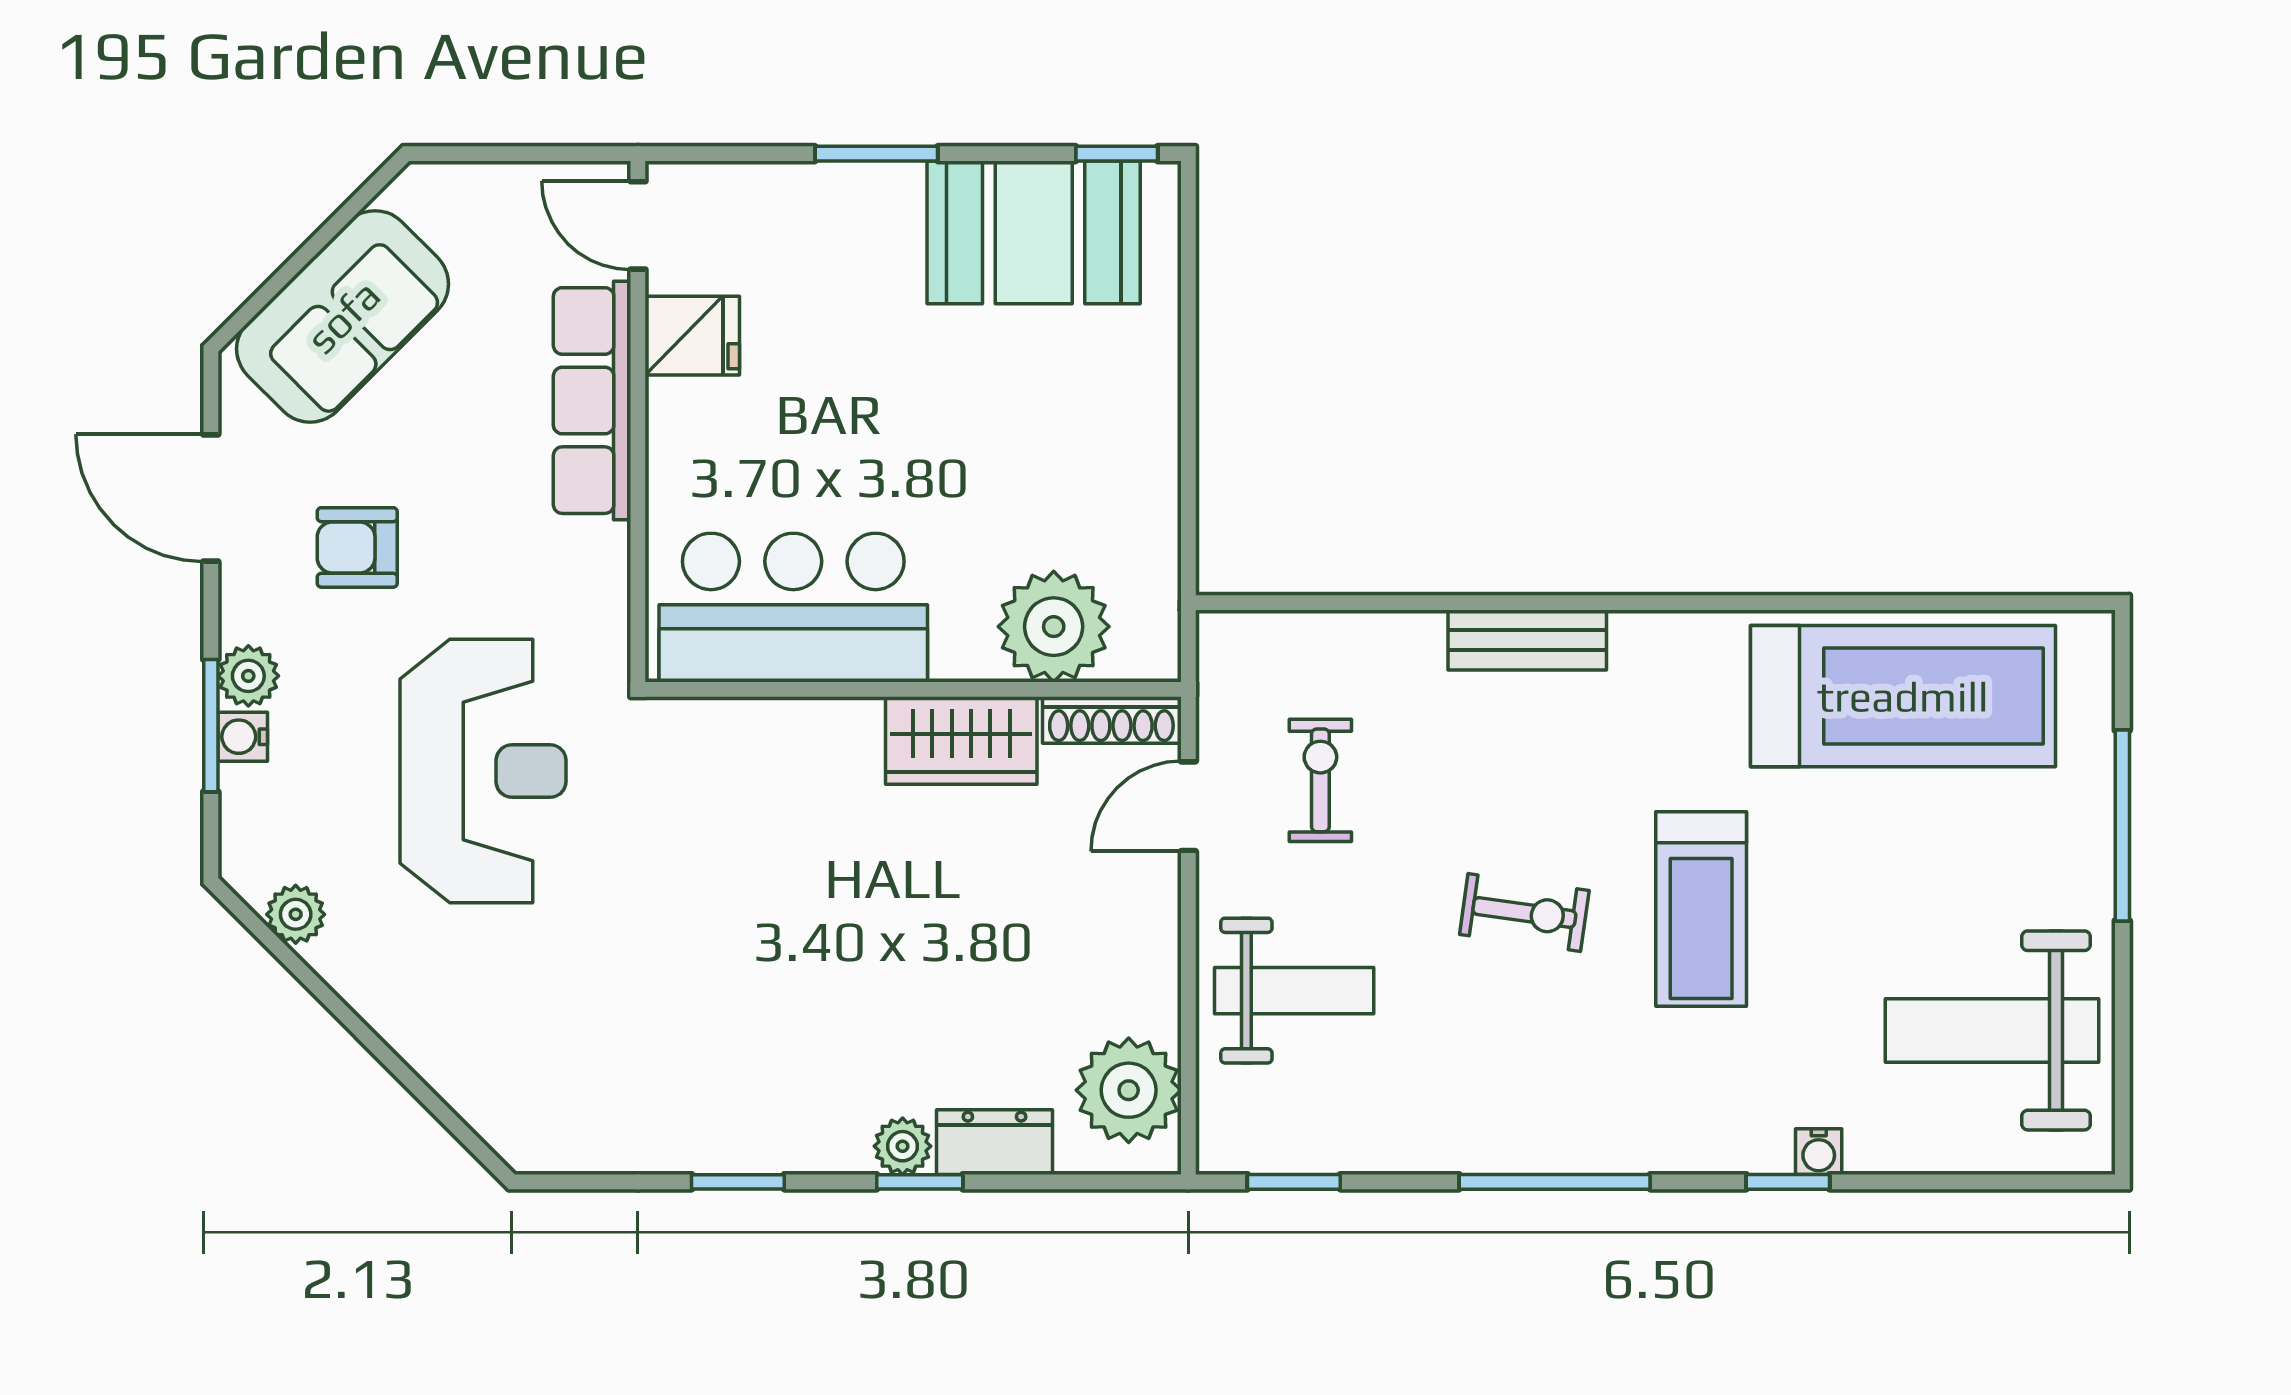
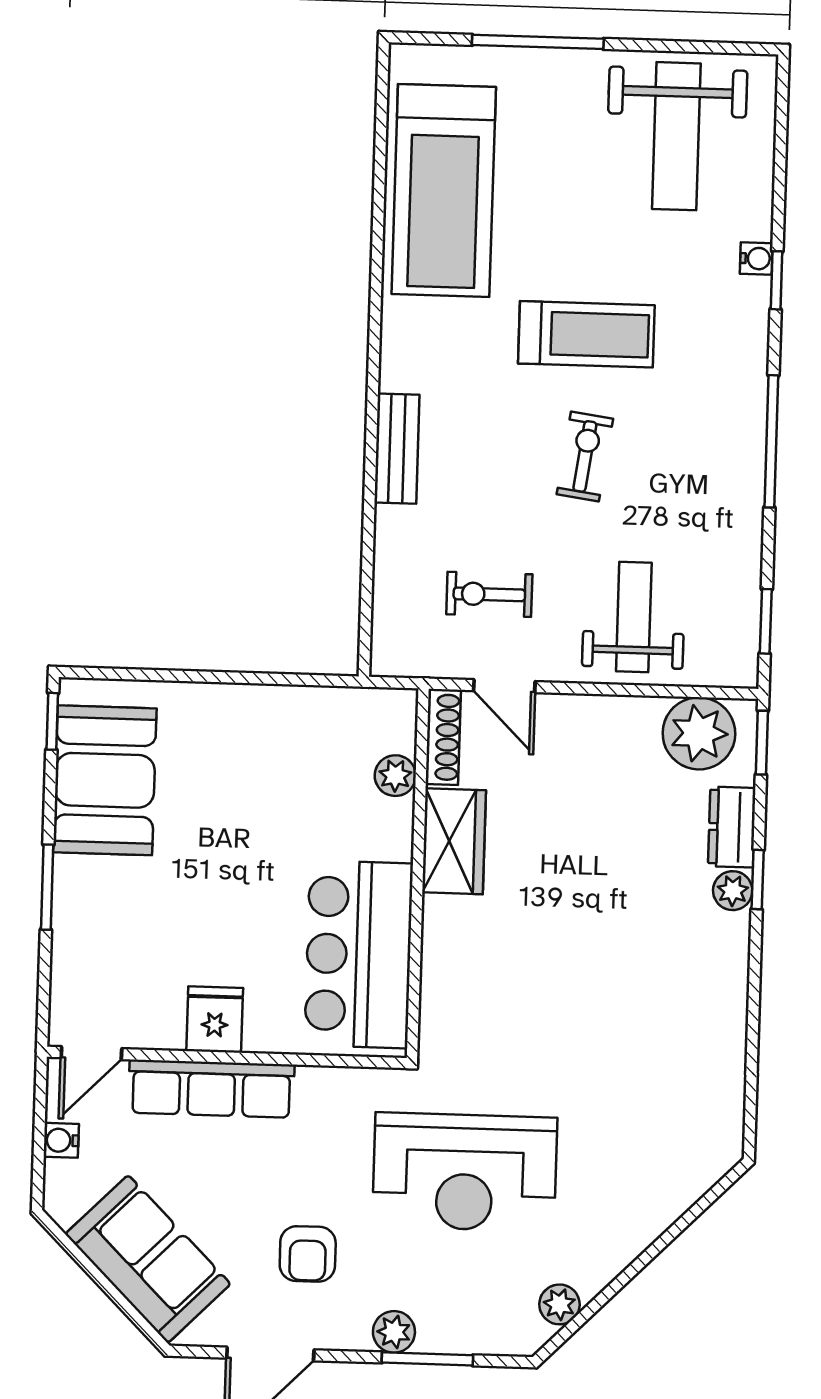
fridge: (692, 336) -> (215, 1020), moved
plant: (1054, 627) -> (395, 776), width x0.53, depth x0.53
treadmill: (1903, 696) -> (444, 190), turned 180
water cooler: (243, 737) -> (61, 1140), moved, turned 90
reception desk: (483, 771) -> (465, 1172), turned 180
window: (738, 1182) -> (762, 743), moved

